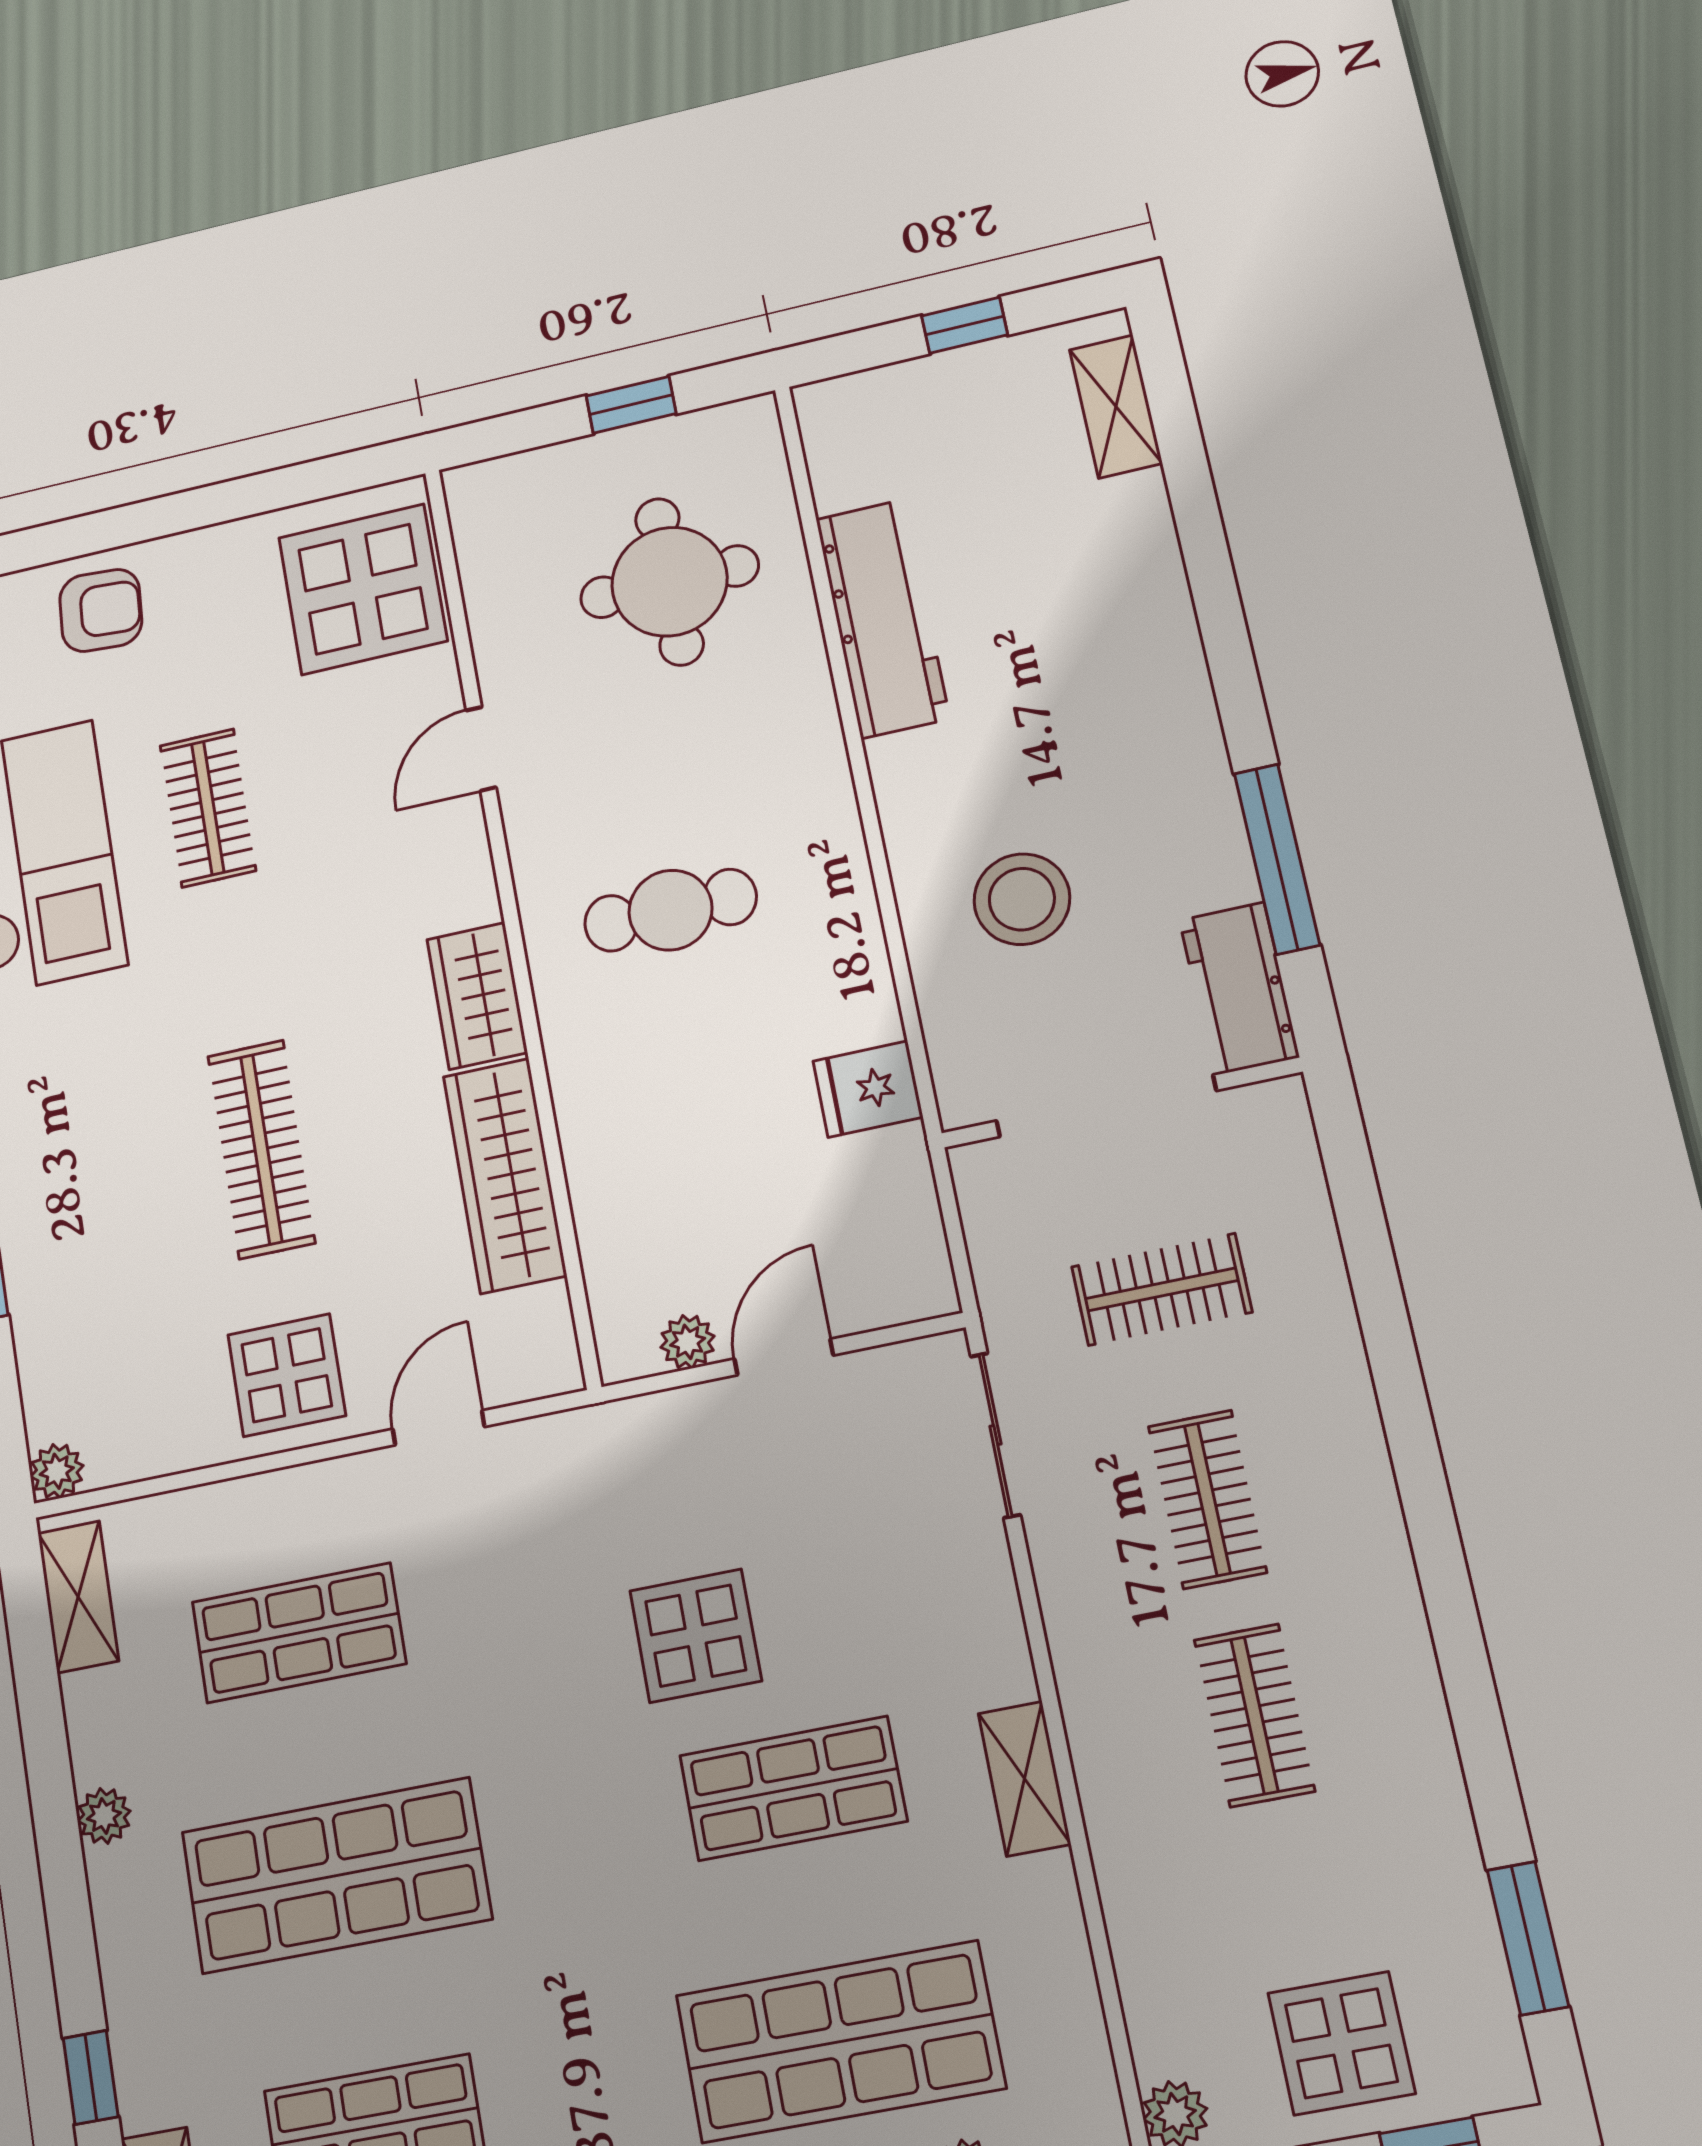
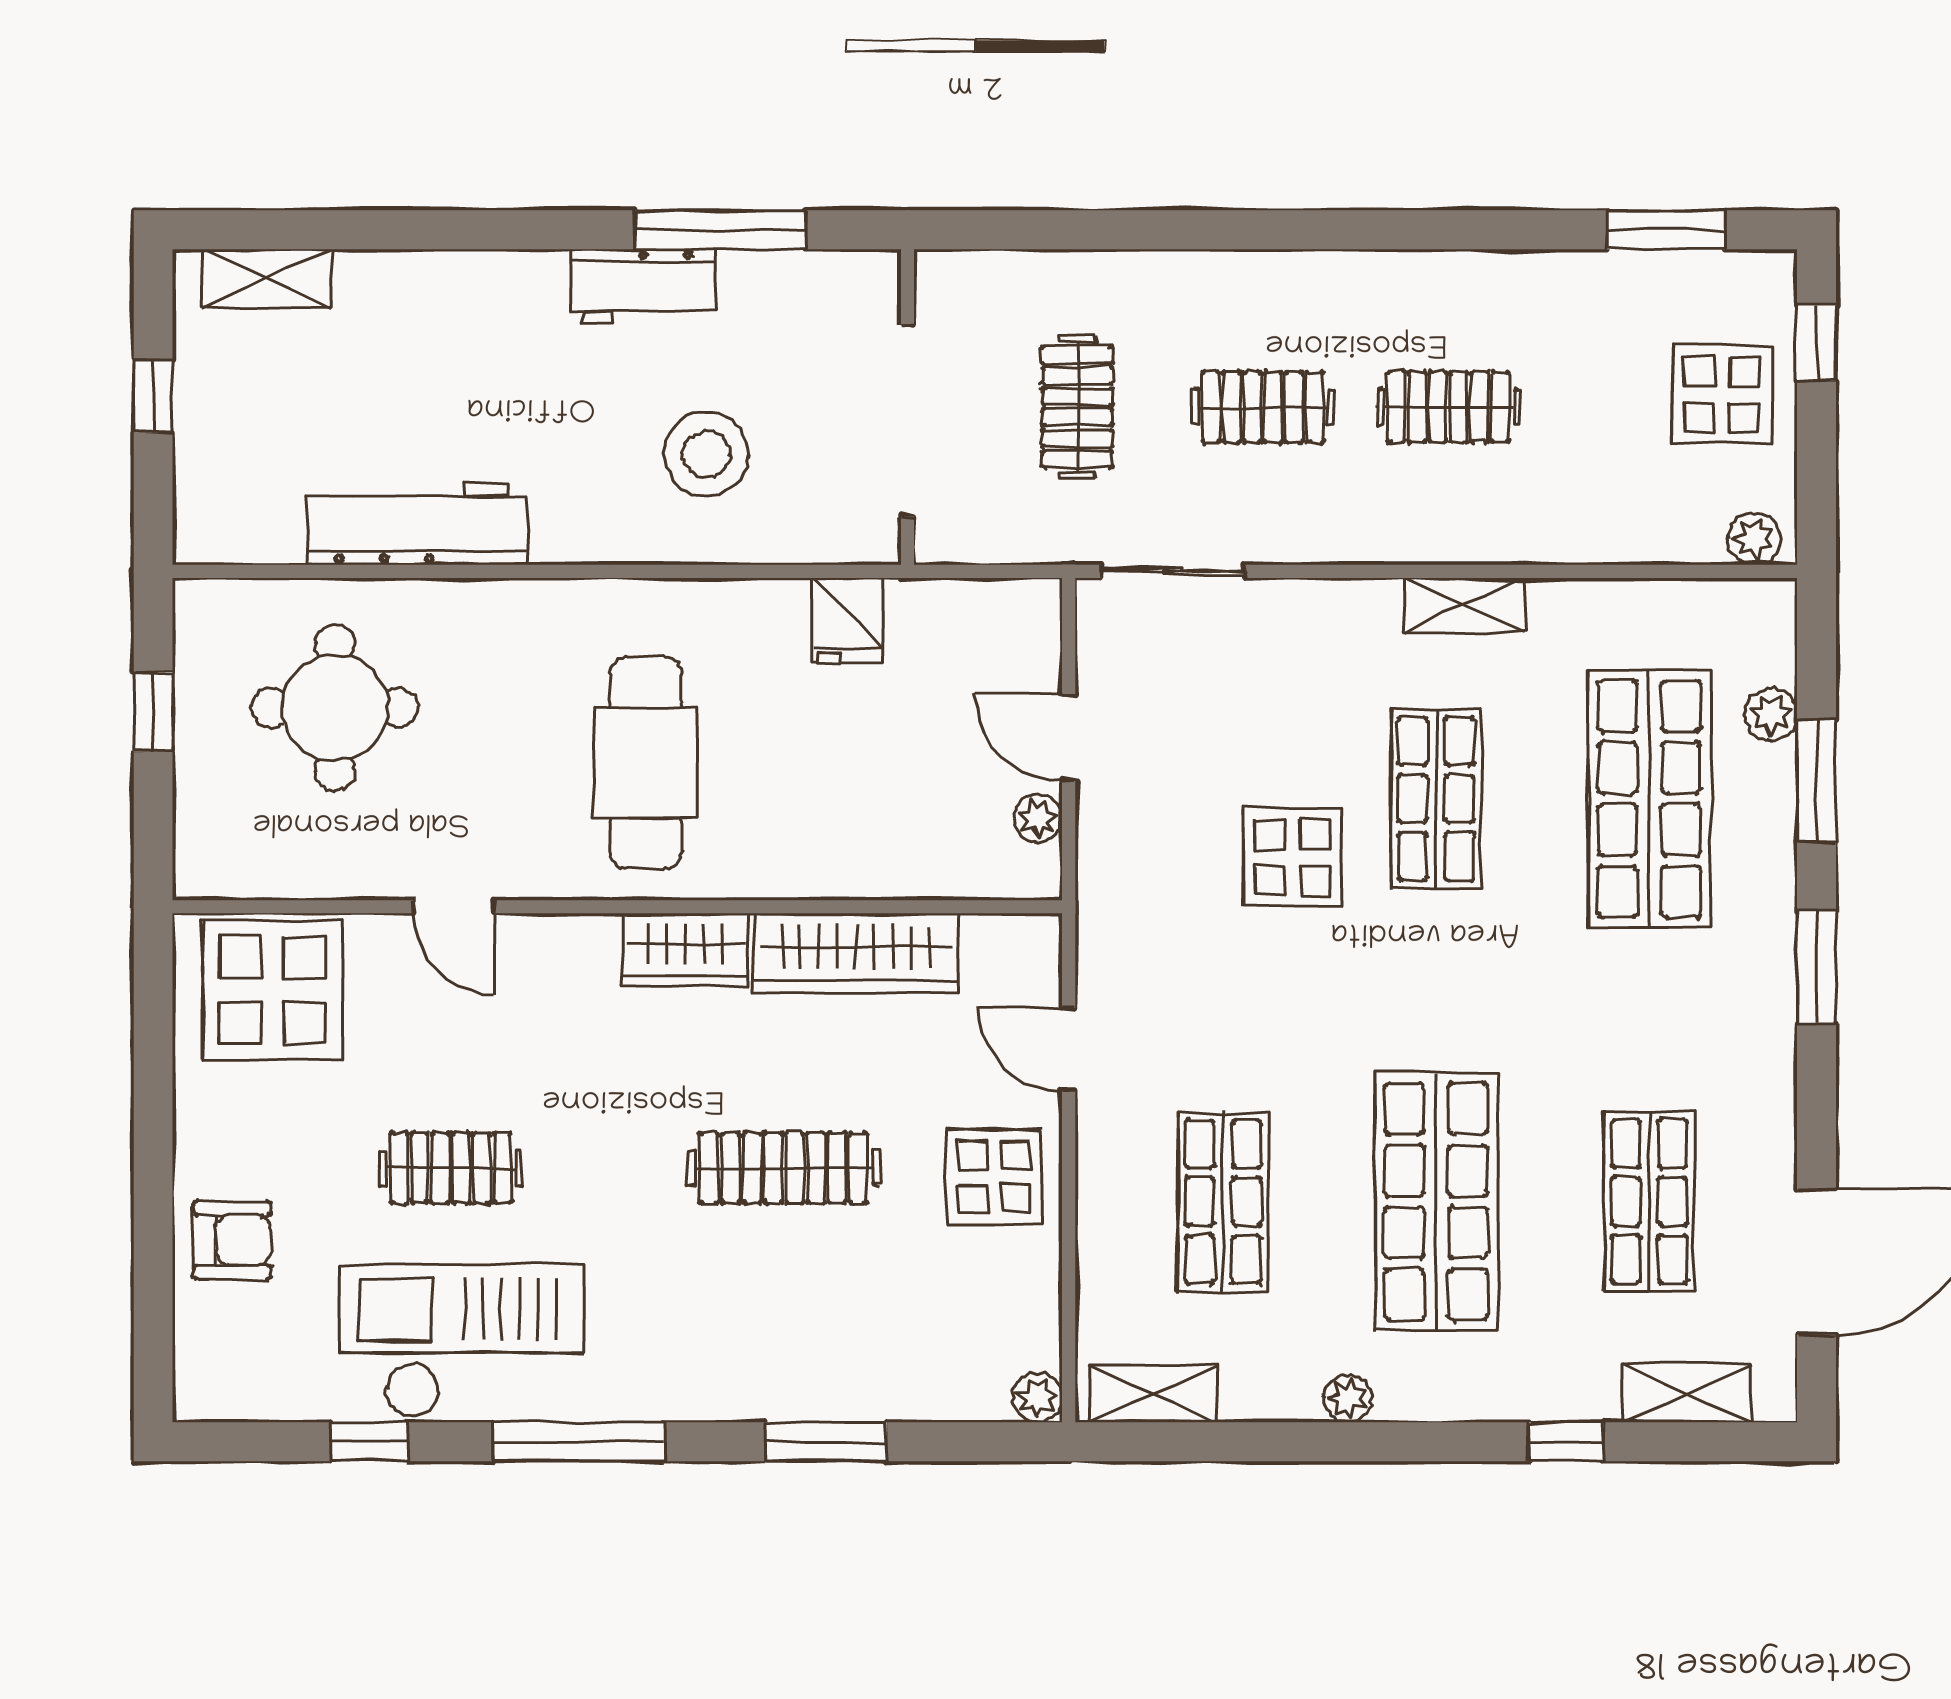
armchair: (101, 610) -> (232, 1240), turned 86
cafe table: (670, 910) -> (646, 763), width x1.37, depth x1.35
workbench: (1239, 988) -> (644, 286), moved

